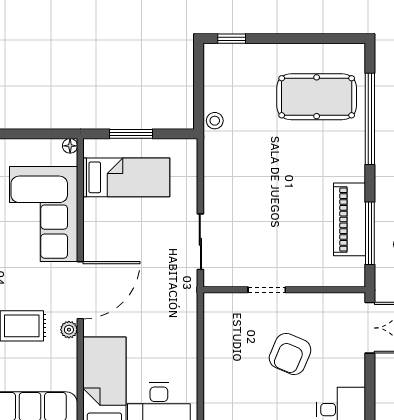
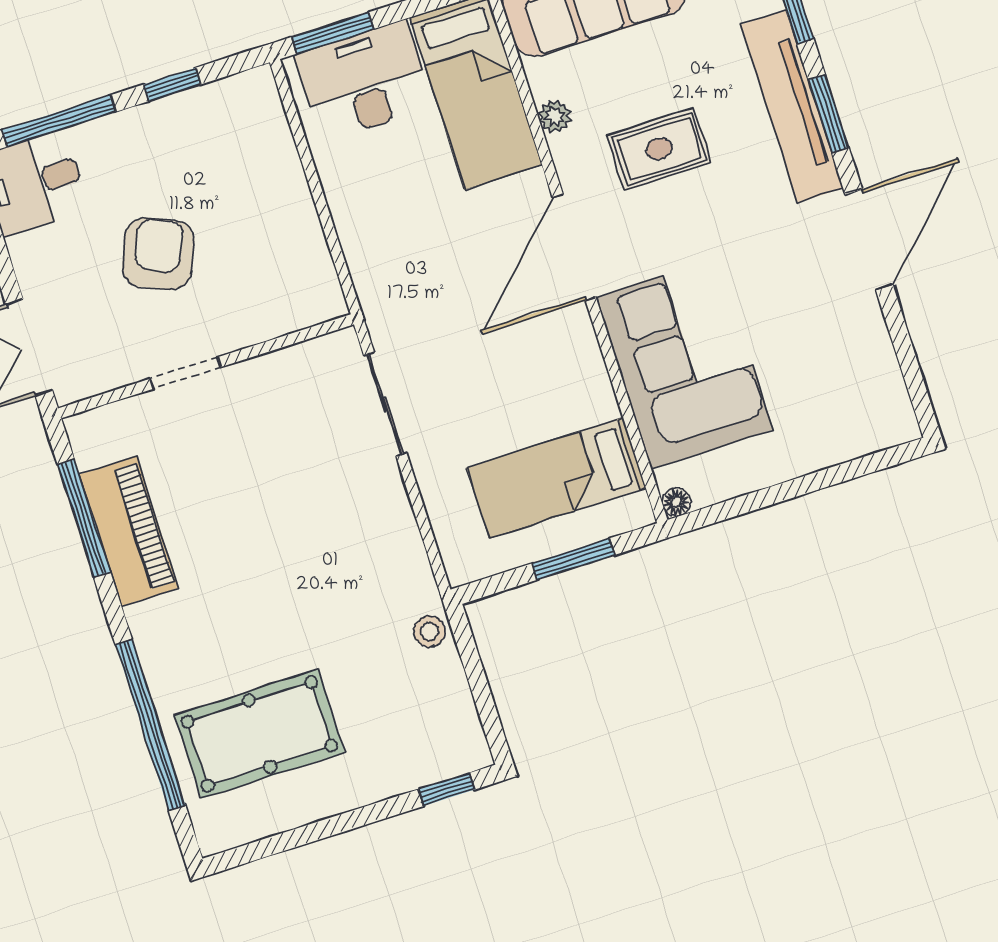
doorway: (267, 290) -> (186, 373), moved
plant: (69, 330) -> (555, 116), moved

